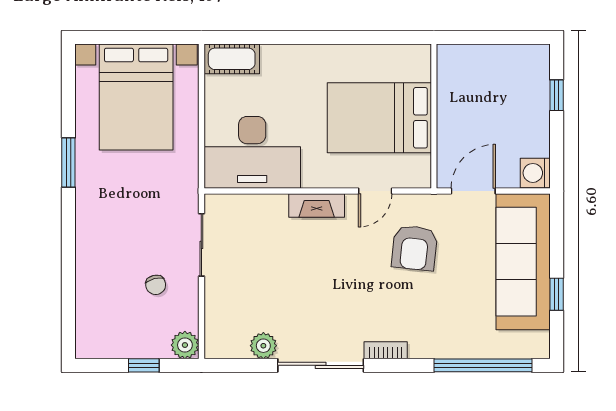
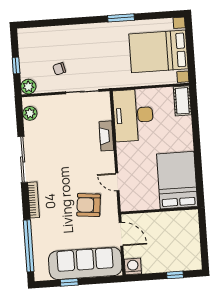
bed: (379, 118) -> (177, 180), moved
fireplace: (317, 205) -> (106, 136), moved
plant: (263, 346) -> (30, 113), moved
bookcase: (386, 350) -> (33, 200), width x1.56

